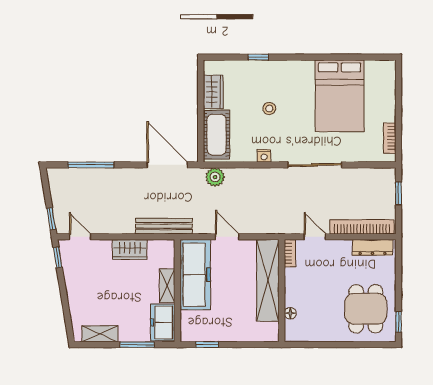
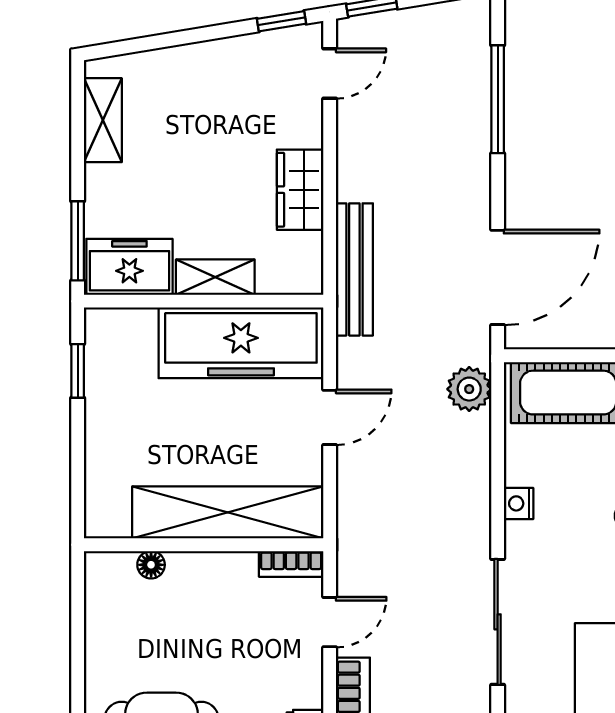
window: (137, 345) -> (78, 241), moved

